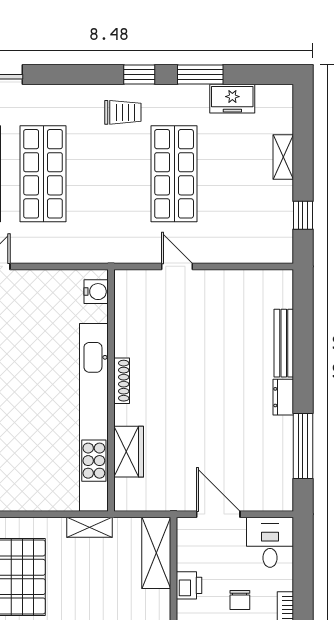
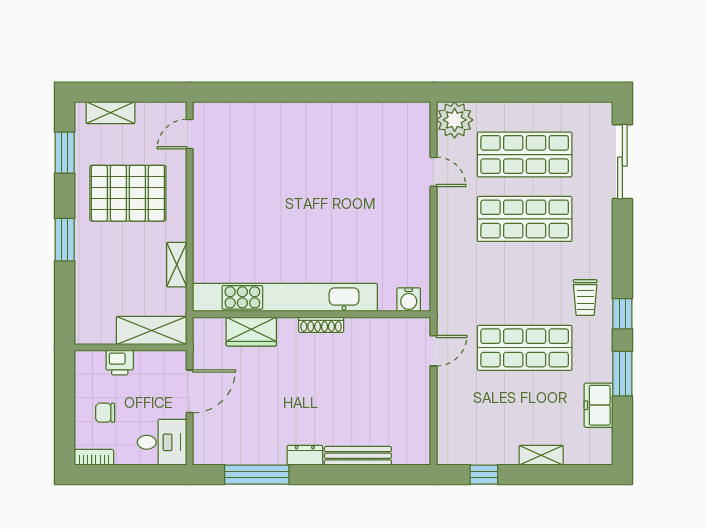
water cooler: (96, 292) -> (409, 300), moved
shoe rack: (122, 381) -> (321, 325), moved
wall: (111, 390) -> (312, 314), moved
kitchen unit: (94, 417) -> (285, 297), moved
wardrobe: (129, 452) -> (251, 332), moved

